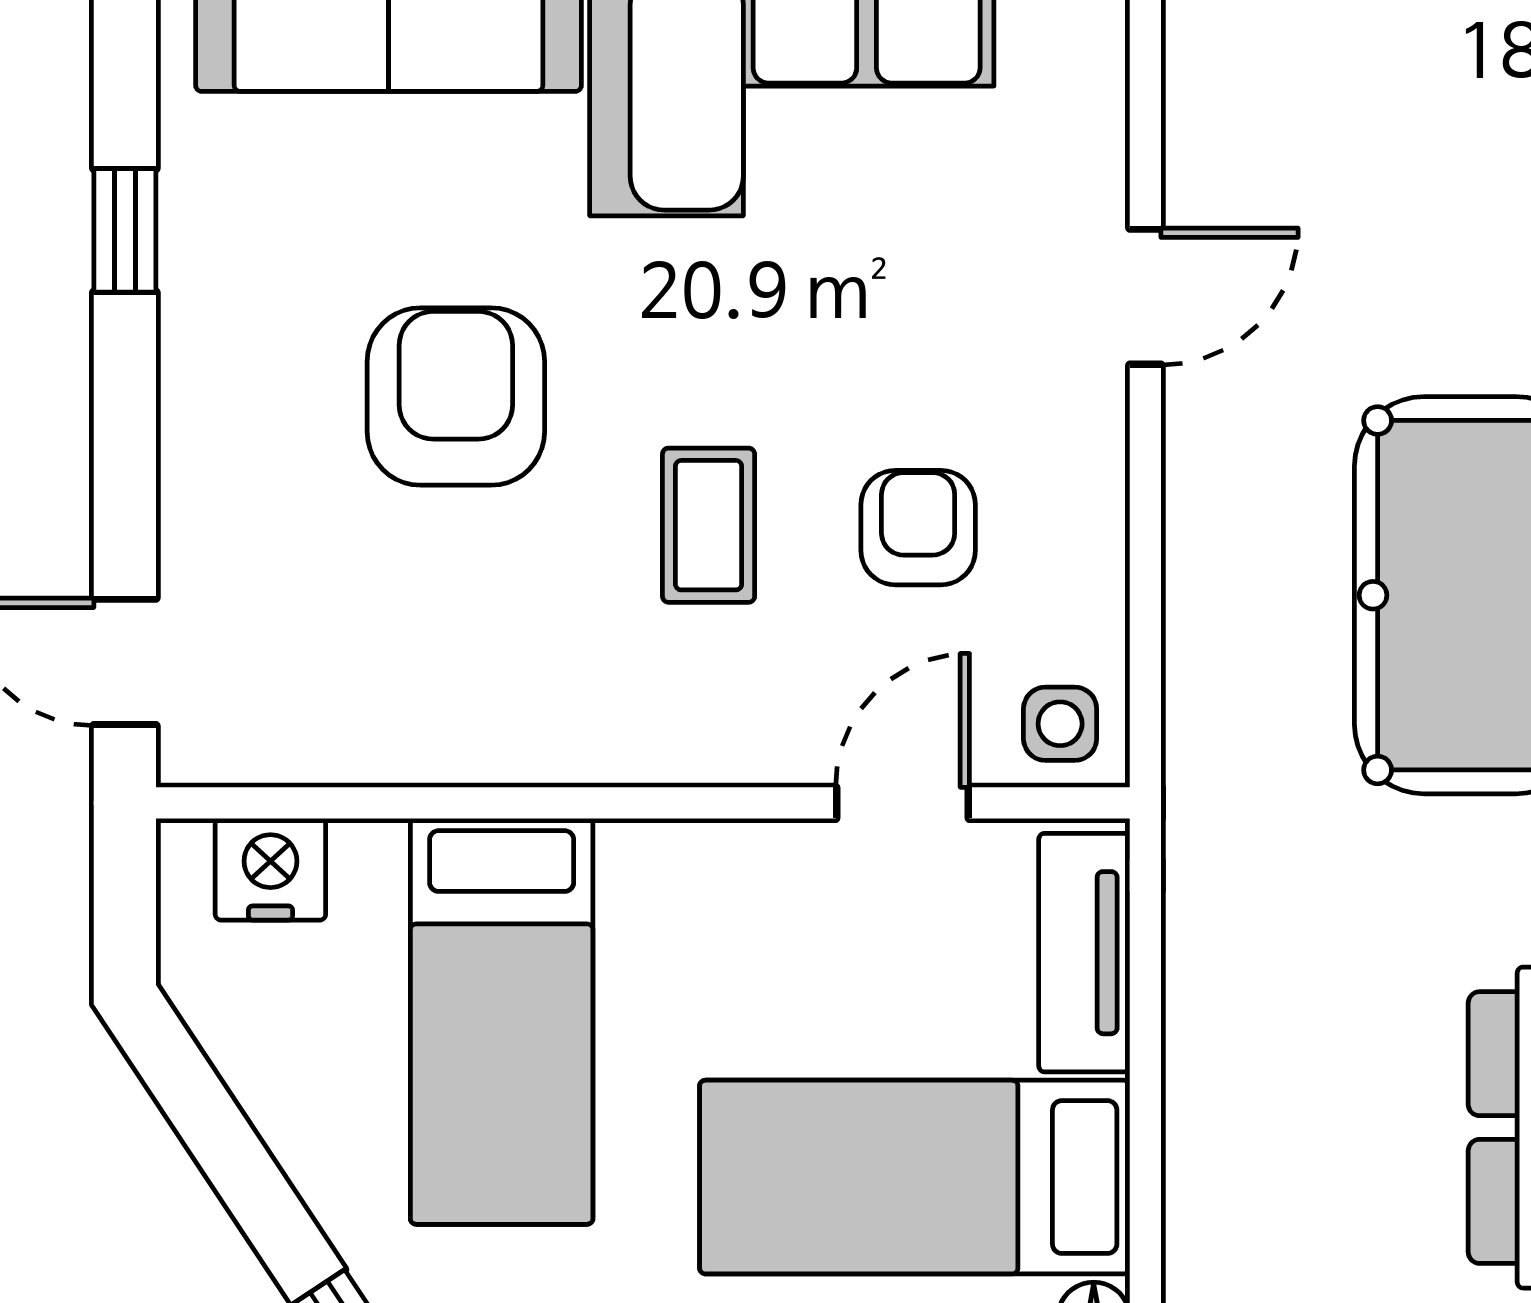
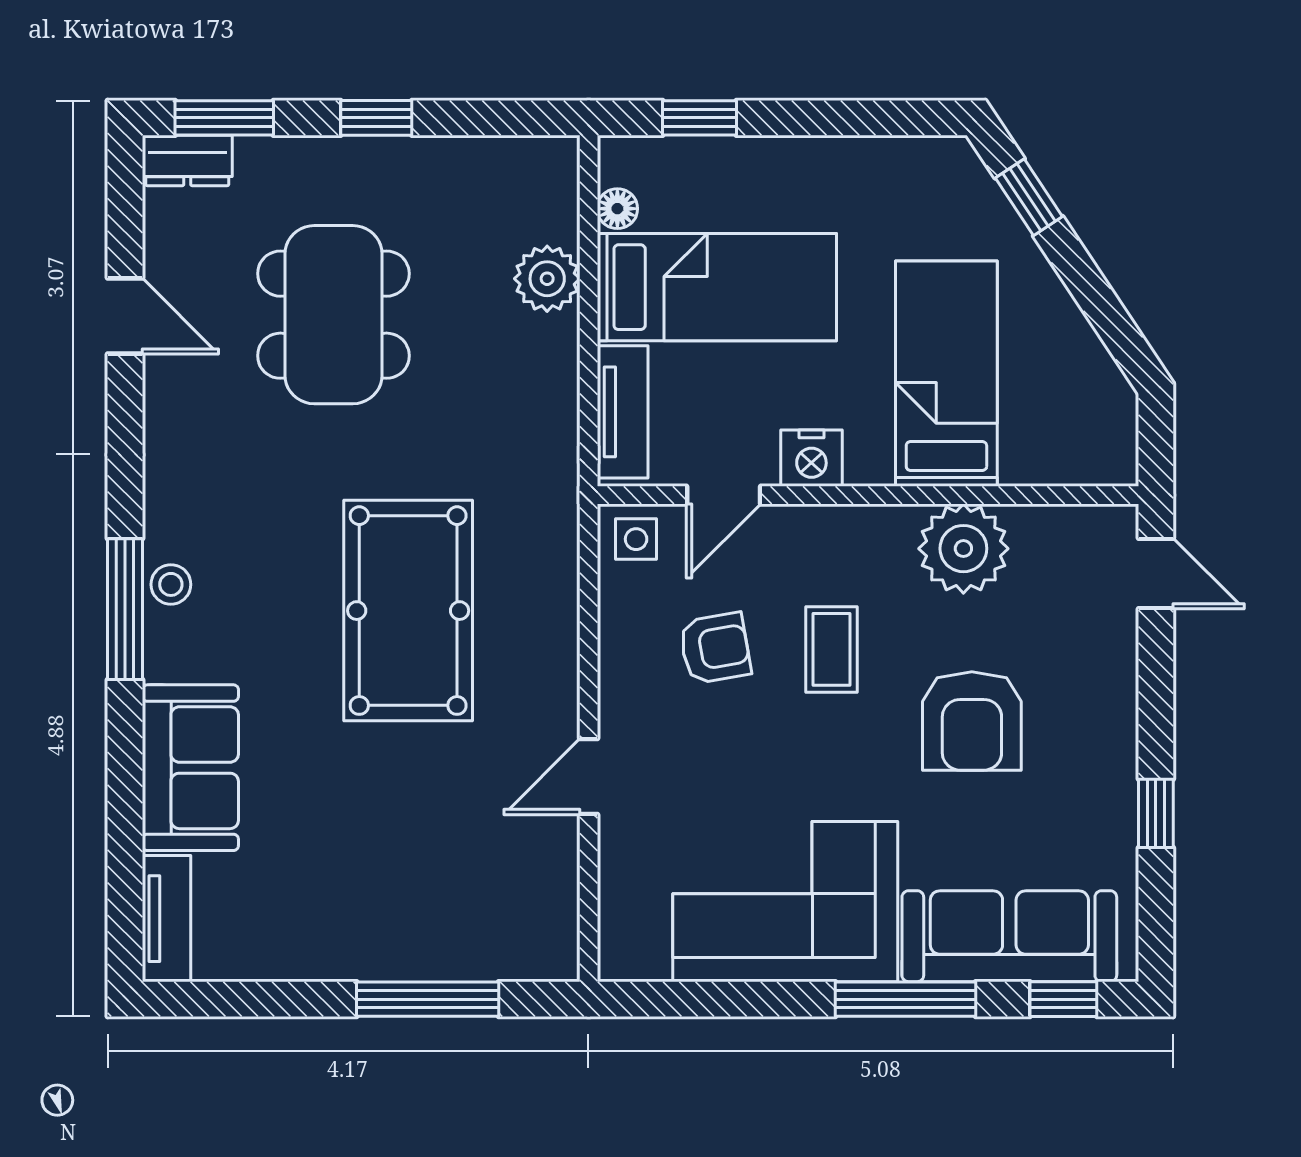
armchair: (918, 528) -> (715, 648), turned -100
plant: (471, 707) -> (963, 549), added
nightstand: (270, 869) -> (811, 458), moved
plant: (1220, 1192) -> (547, 279), added

